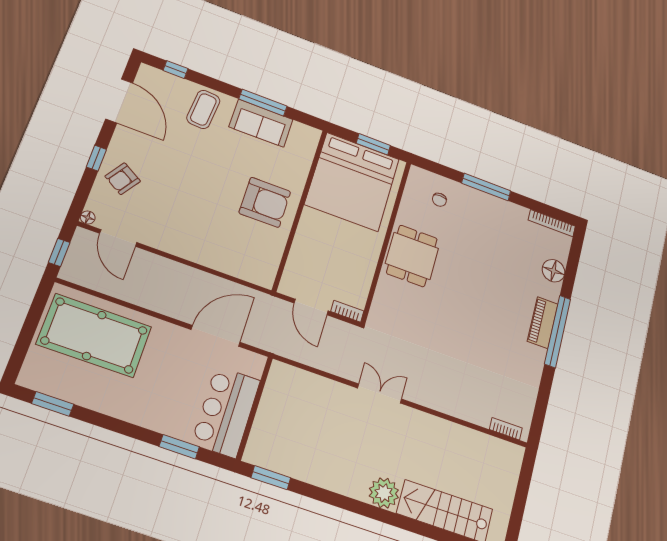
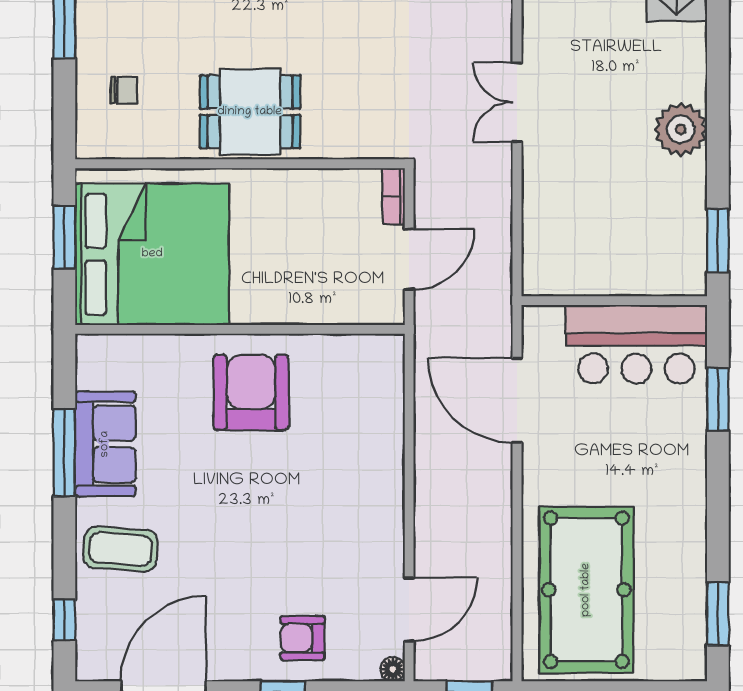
armchair: (123, 179) -> (303, 638), turned 148
plant: (384, 493) -> (681, 129), moved

